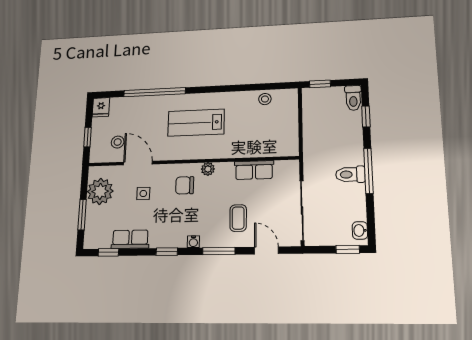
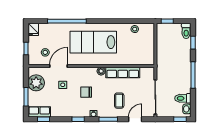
lab bench: (196, 123) -> (93, 42), width x1.36, depth x1.39
door: (138, 163) -> (58, 66), hinge flipped
row of seats: (254, 170) -> (123, 73), width x1.48
toilet: (350, 174) -> (183, 98), moved
chair: (185, 185) -> (86, 92), moved
row of seats: (130, 239) -> (39, 112), moved
door: (266, 250) -> (135, 119), hinge flipped

